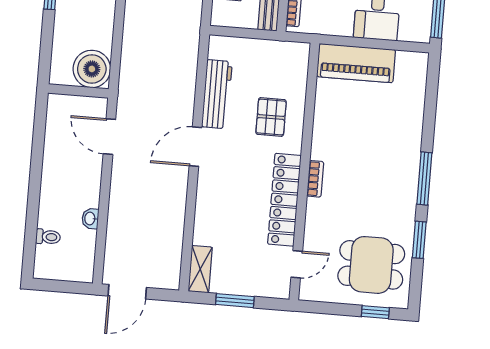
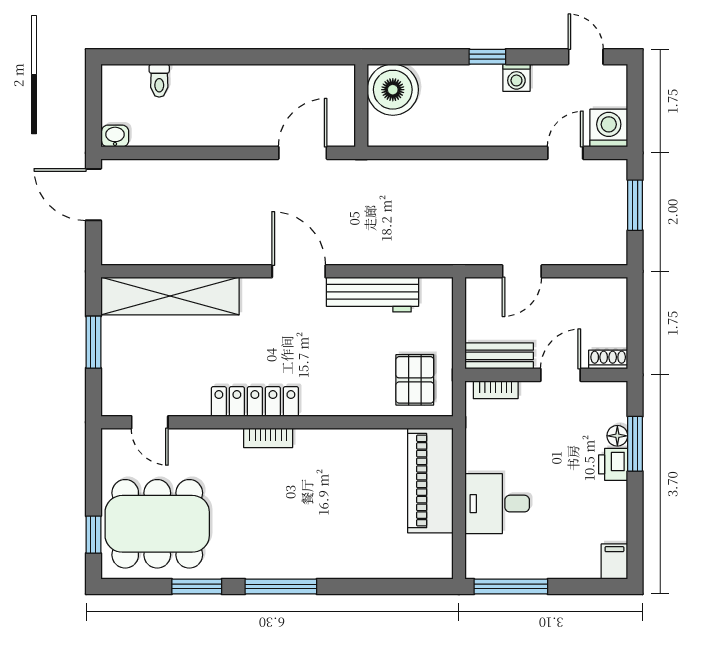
boiler: (92, 69) -> (393, 90), moved
pallet: (271, 117) -> (415, 380), moved, turned 90
locker: (284, 200) -> (255, 401), width x0.71, depth x0.83
washbasin: (90, 219) -> (115, 136), moved
dining table: (371, 265) -> (157, 524), width x1.38
shelving: (200, 269) -> (170, 296), width x2.20, depth x1.33

